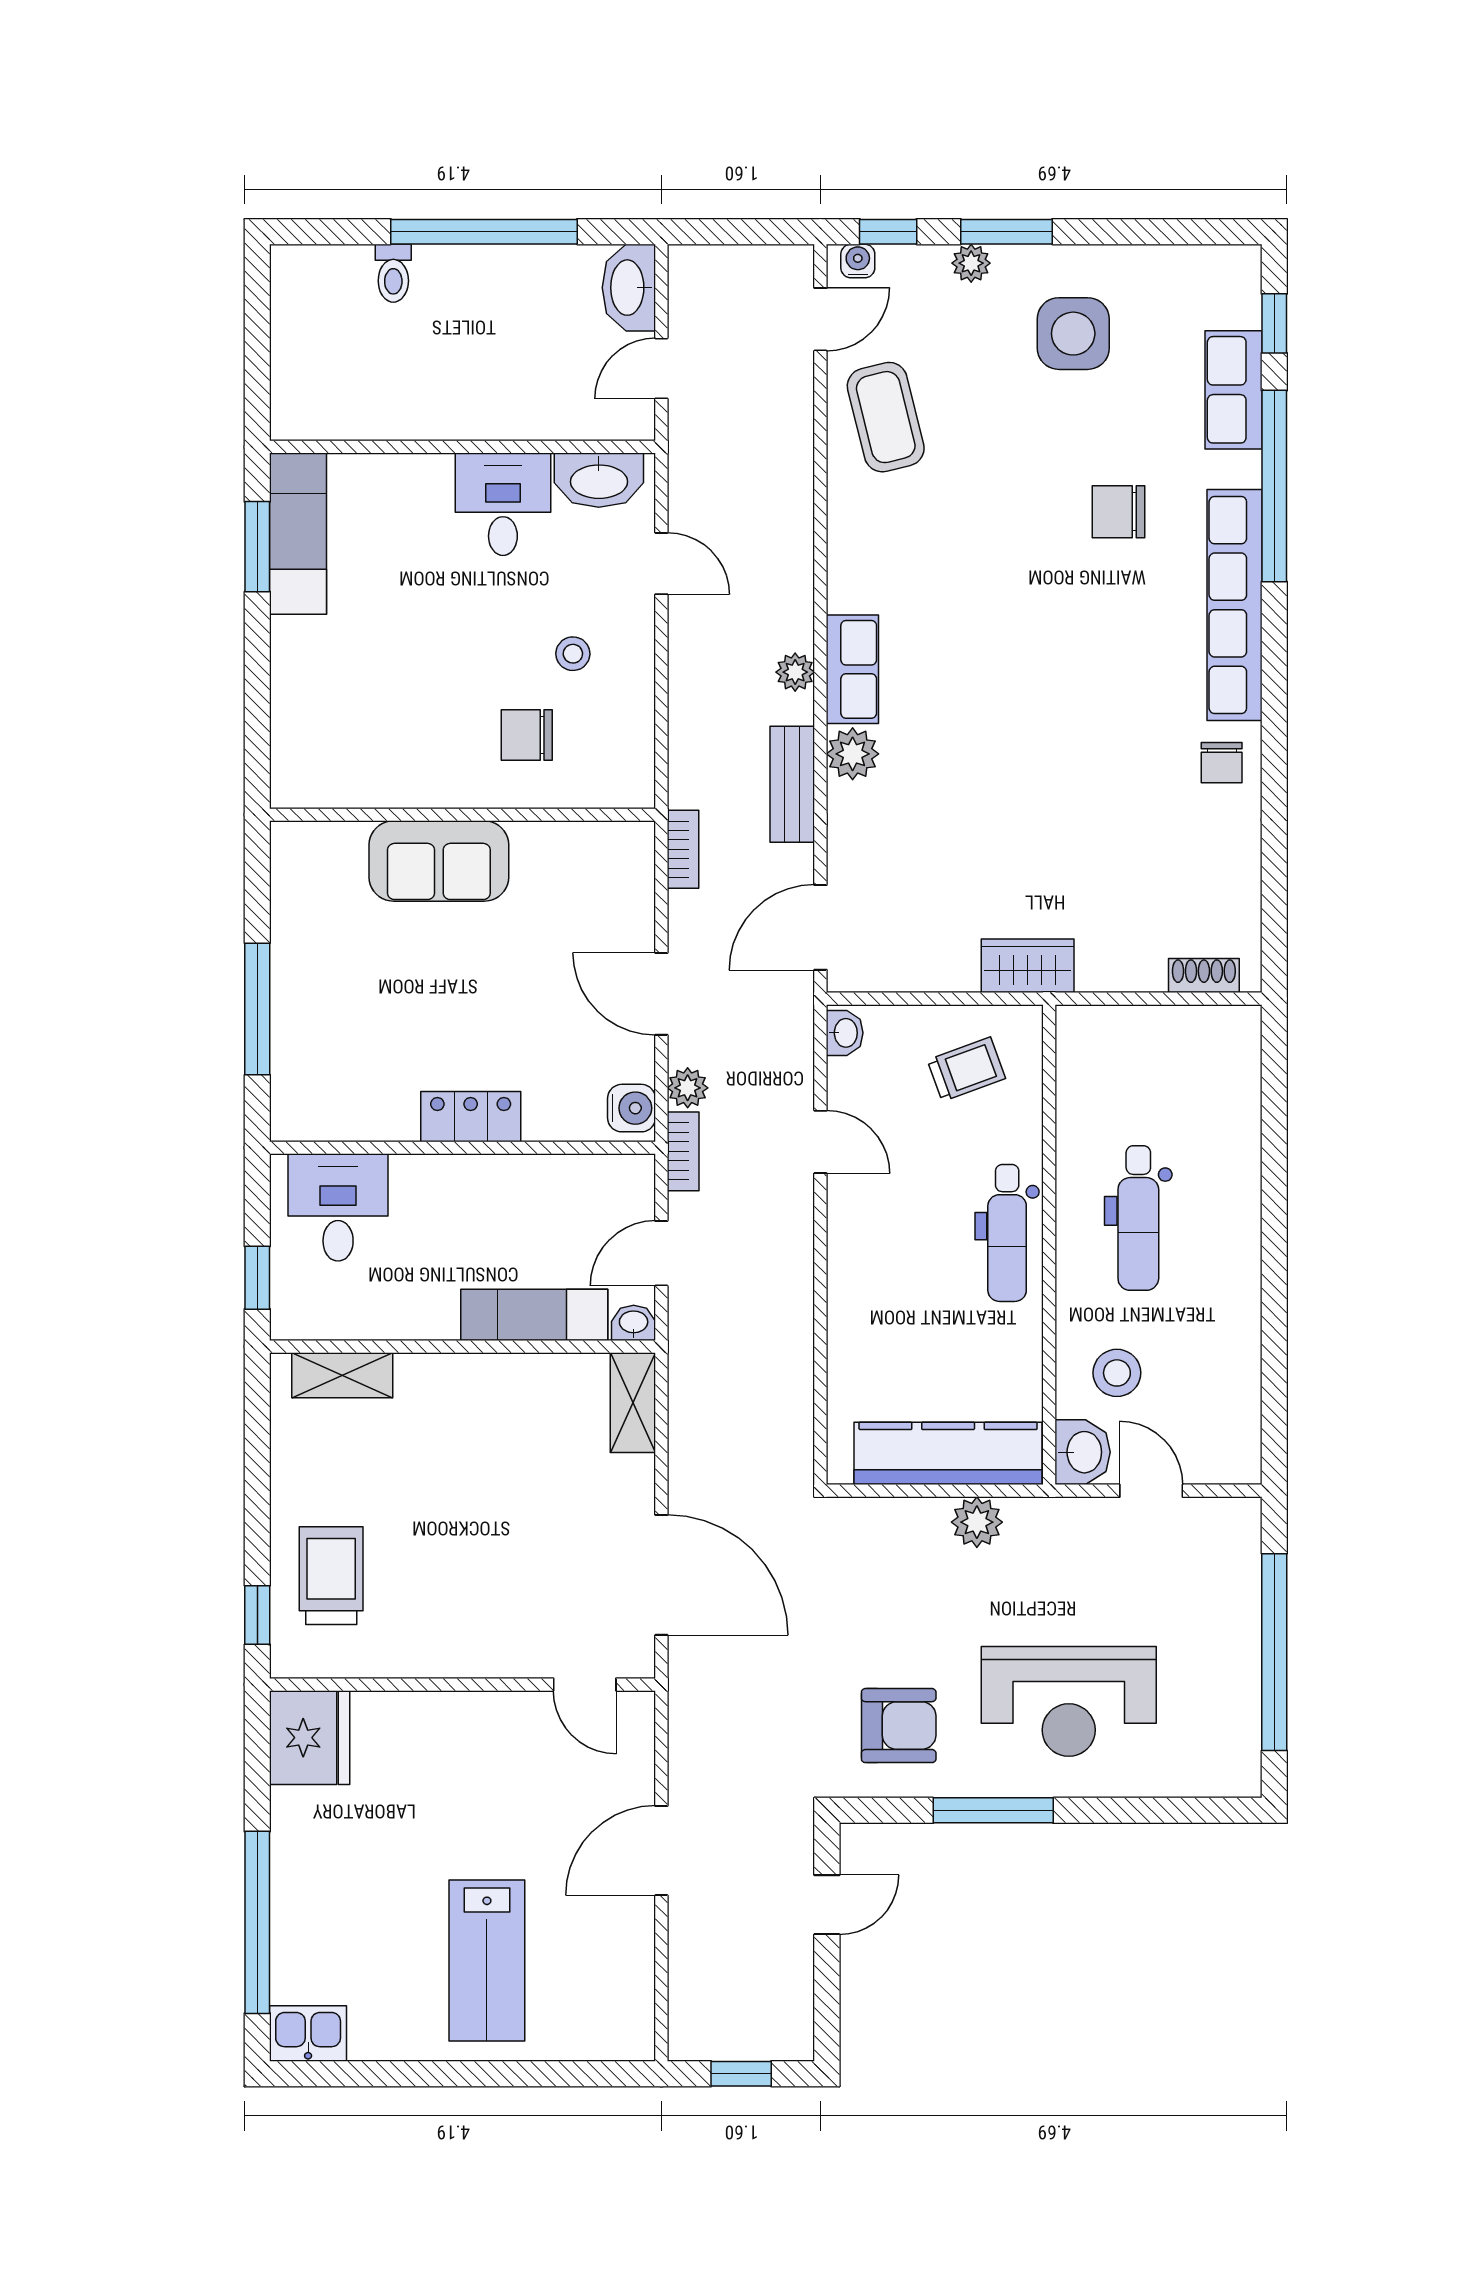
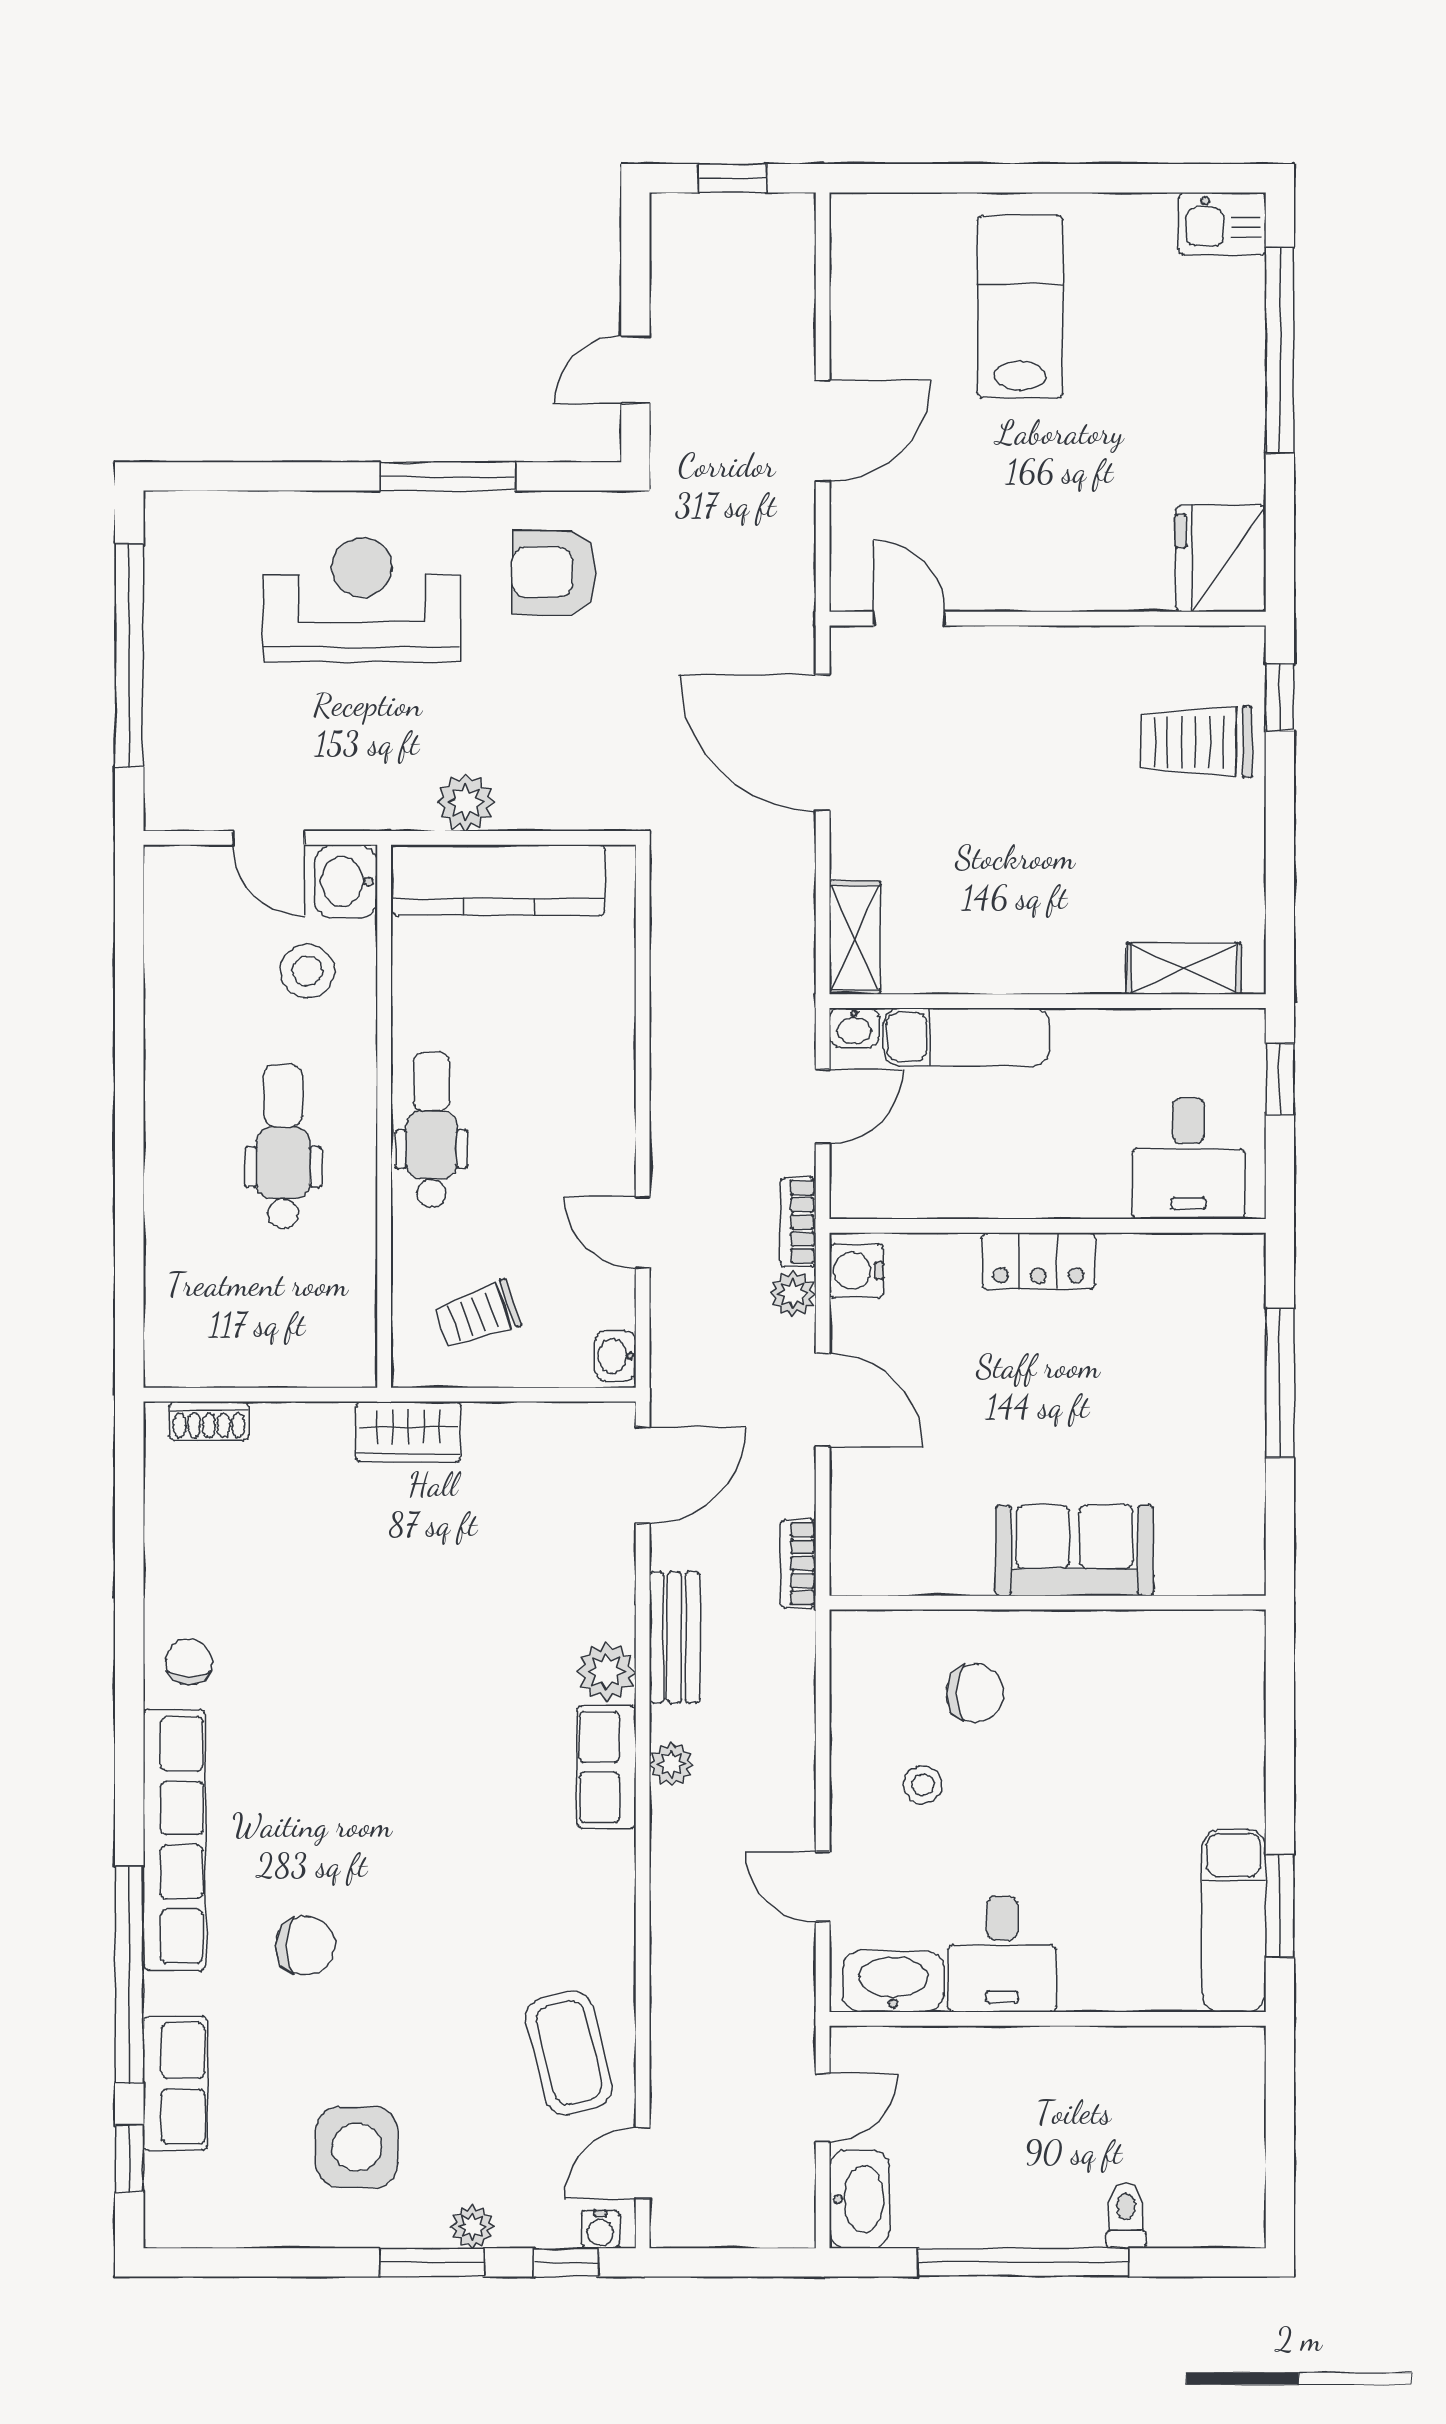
trolley: (331, 1576) -> (1196, 742), turned 90

